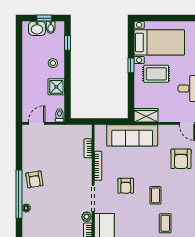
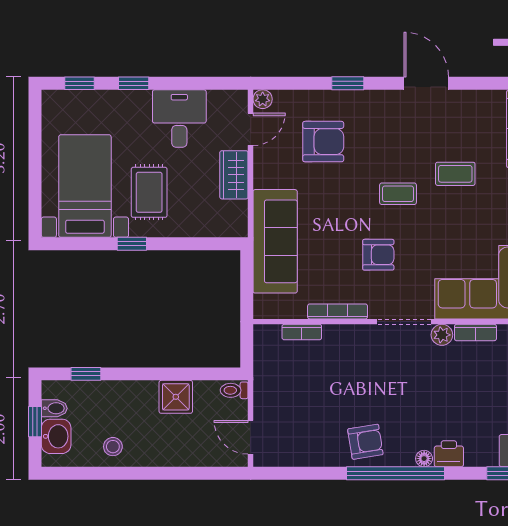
stool: (53, 63) -> (113, 447), moved
wardrobe: (146, 115) -> (234, 175), moved
printer: (28, 220) -> (449, 454), added

